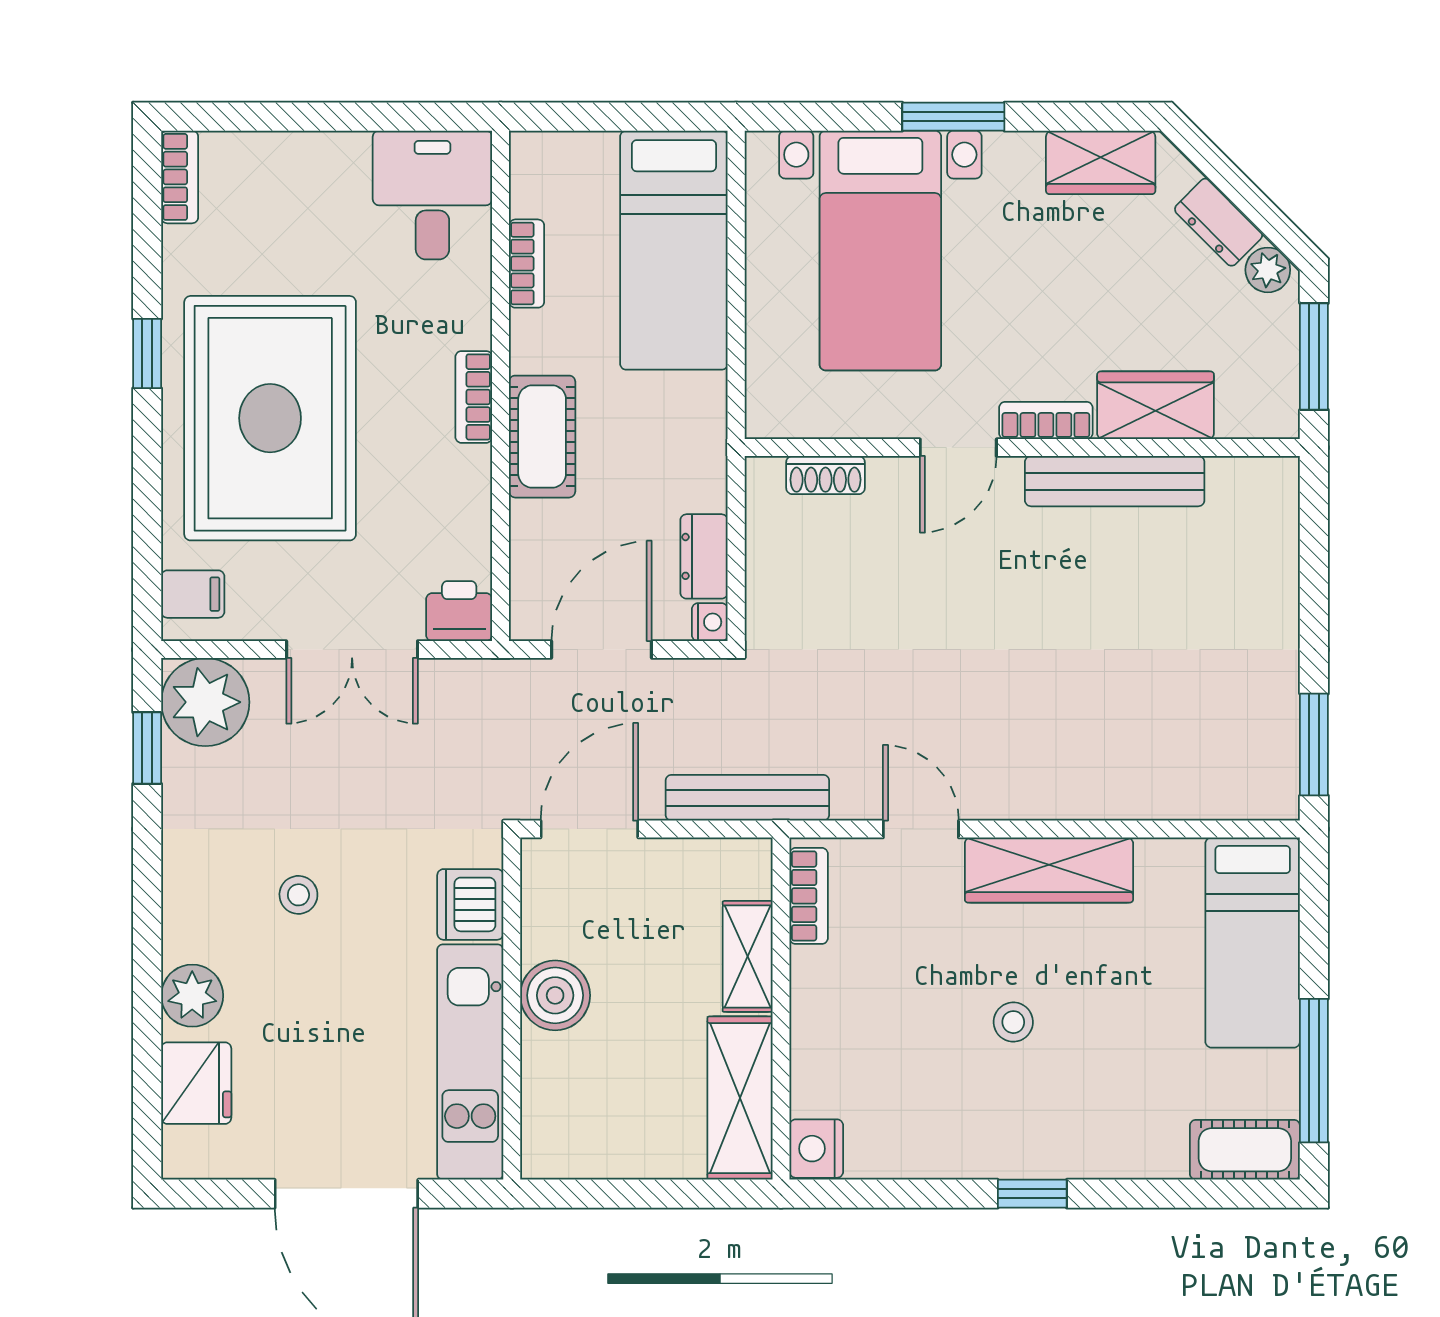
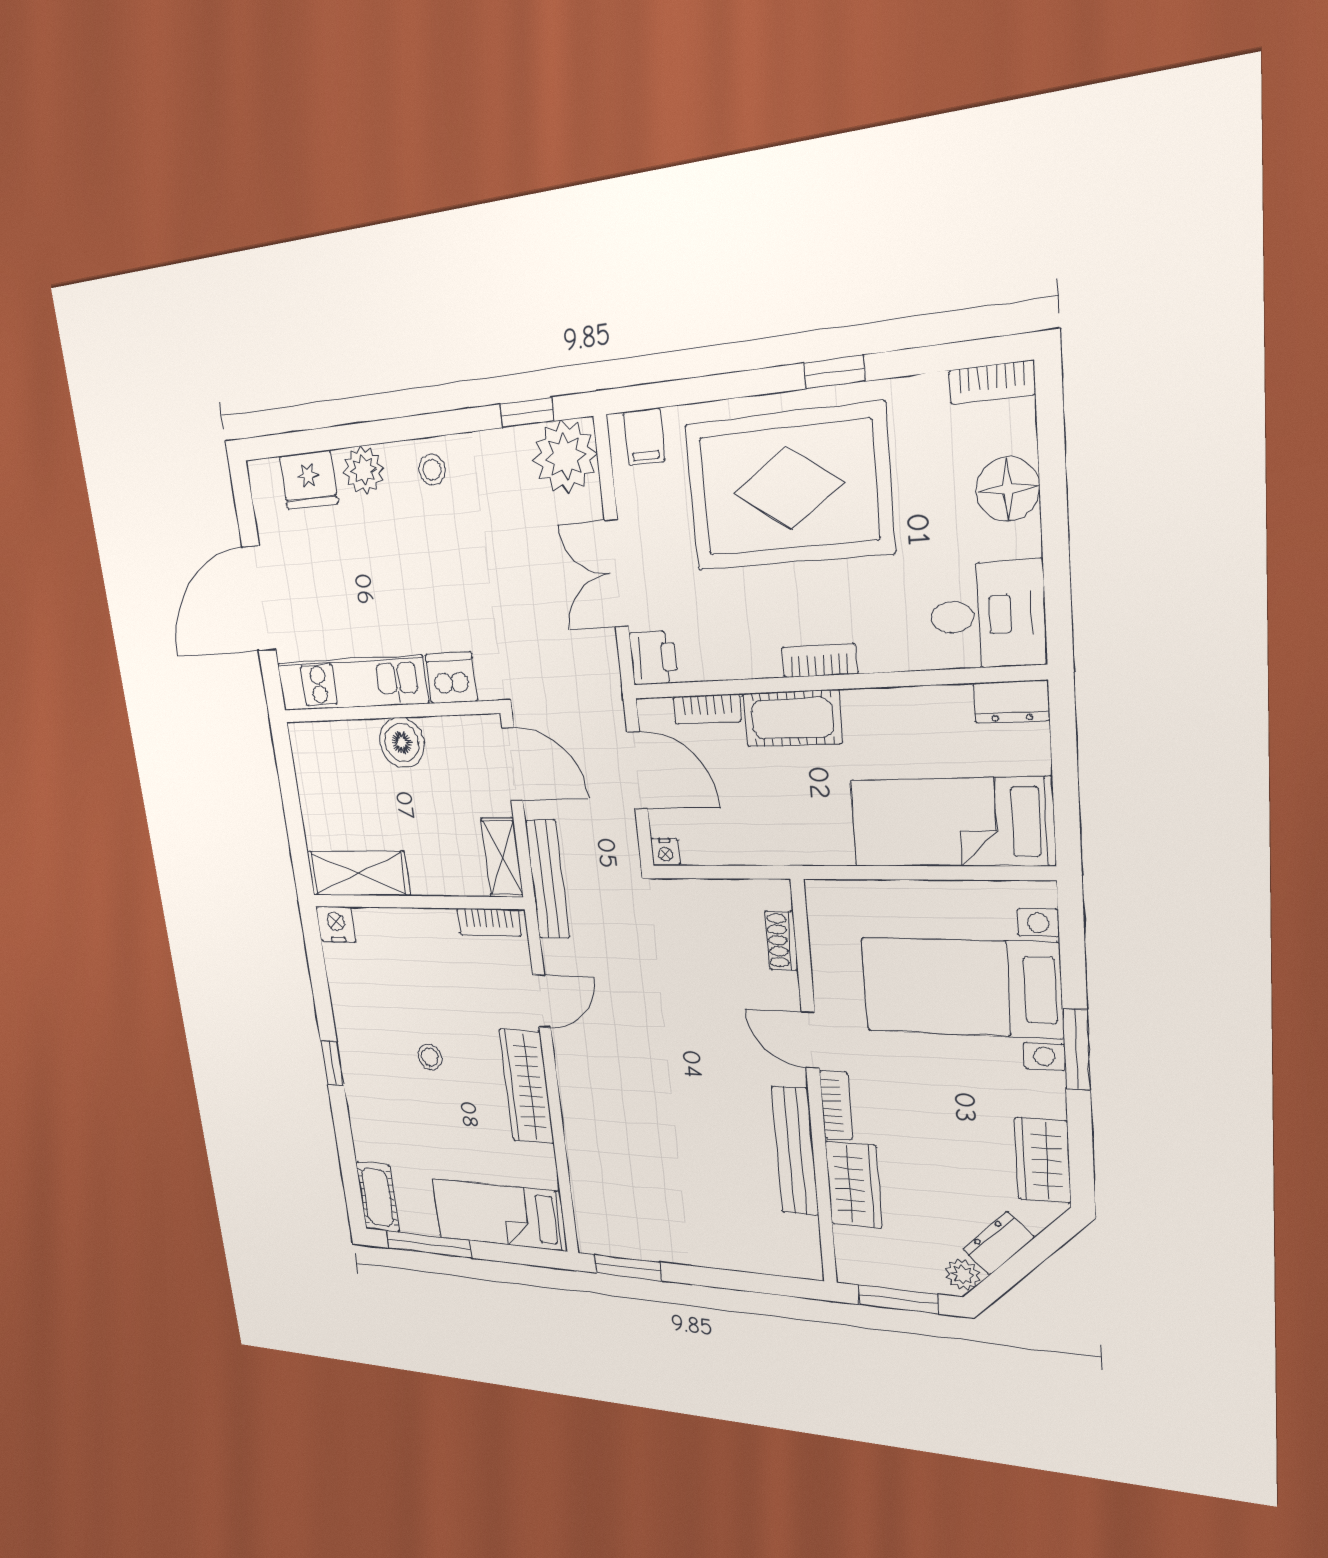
floor lamp: (295, 166) -> (1008, 489), added
bookcase: (527, 264) -> (707, 709), moved
dresser: (704, 556) -> (1012, 702), moved, turned 180
stool: (298, 895) -> (432, 470), moved
shelving: (748, 956) -> (502, 858), moved, turned 90

